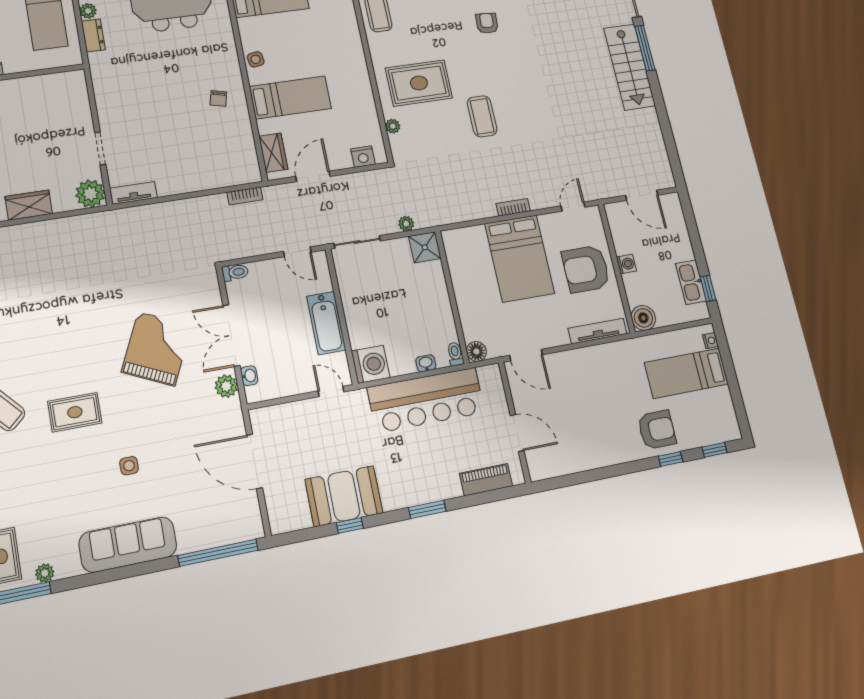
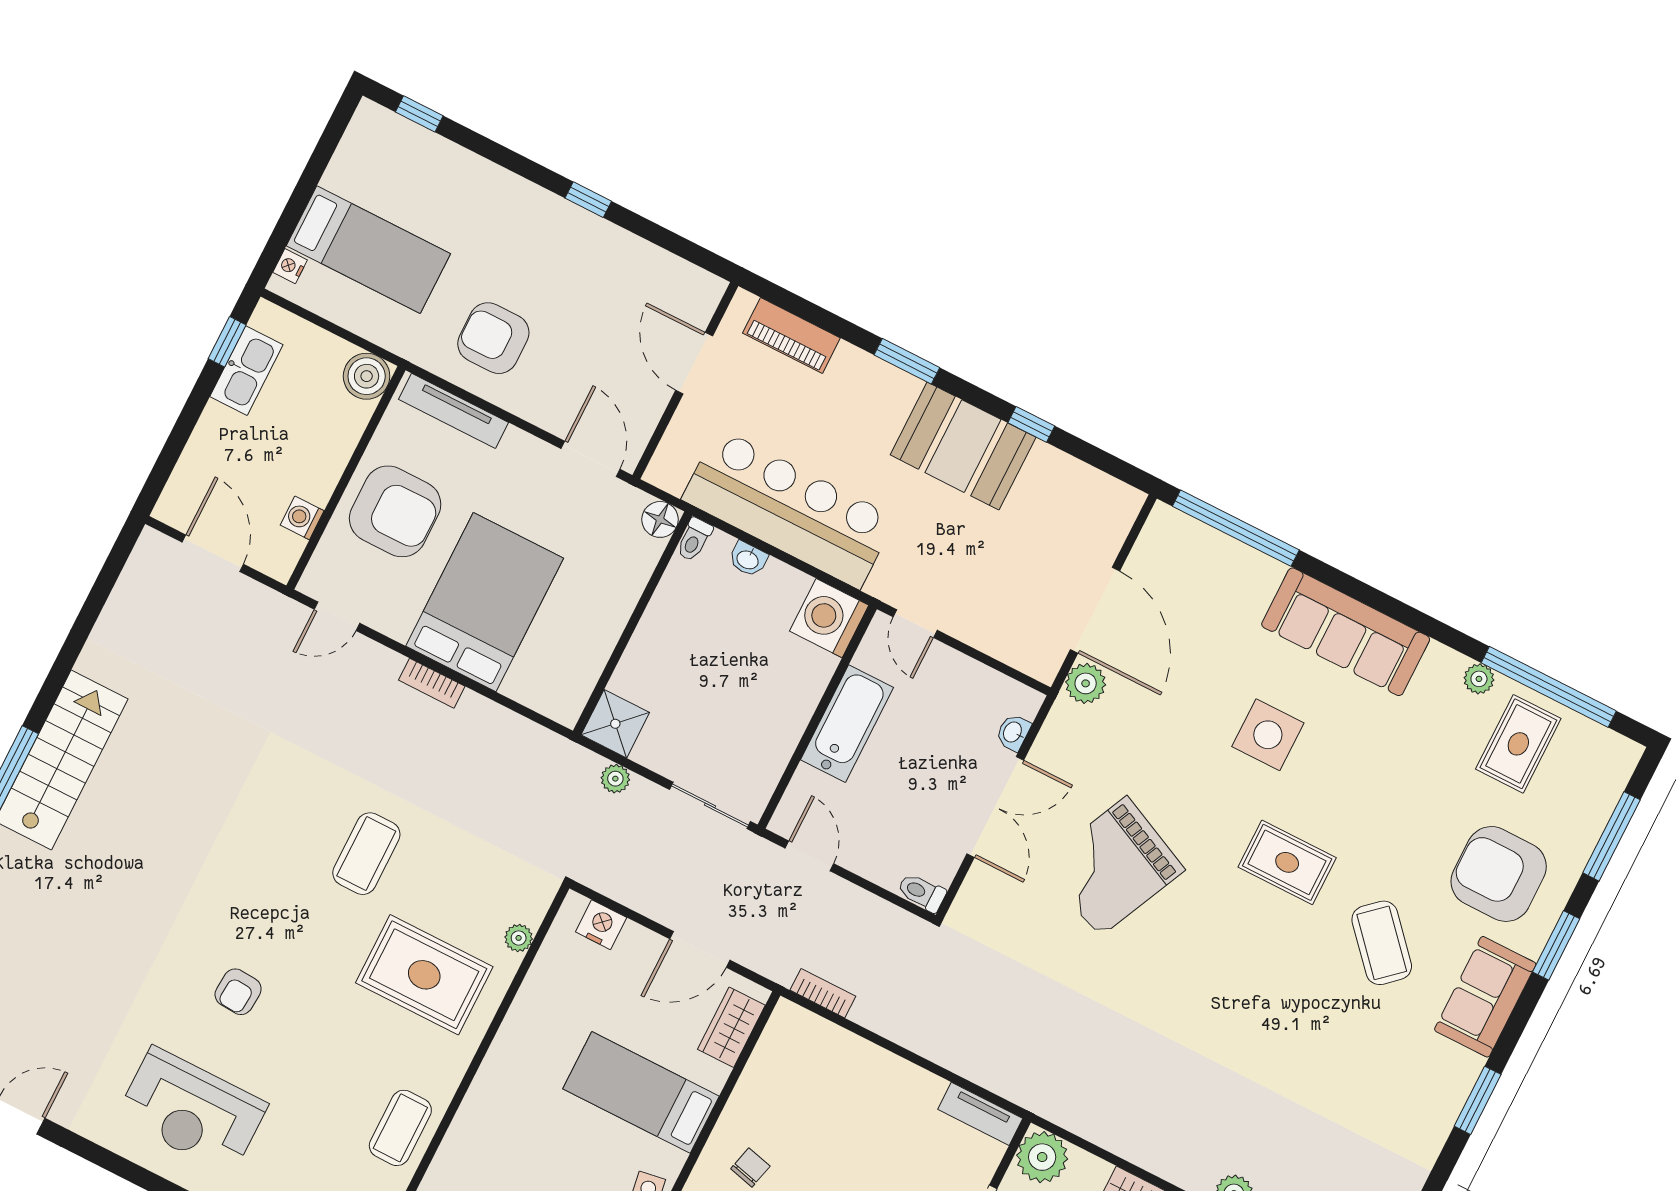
washing machine: (626, 264) -> (302, 518), moved
plant: (226, 386) -> (1086, 683), moved
armchair: (657, 430) -> (493, 338), moved
window: (671, 459) -> (588, 200), moved
side table: (129, 466) -> (1268, 735), width x1.87, depth x1.87
booth: (344, 496) -> (963, 446), moved

